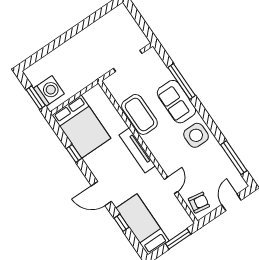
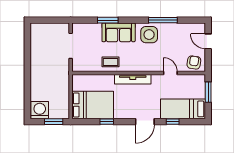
window: (182, 81) -> (108, 20), width x0.69
washing machine: (49, 91) -> (40, 110), moved
coffee table: (139, 114) -> (110, 62), width x0.54, depth x0.58
window: (234, 158) -> (163, 20), moved

